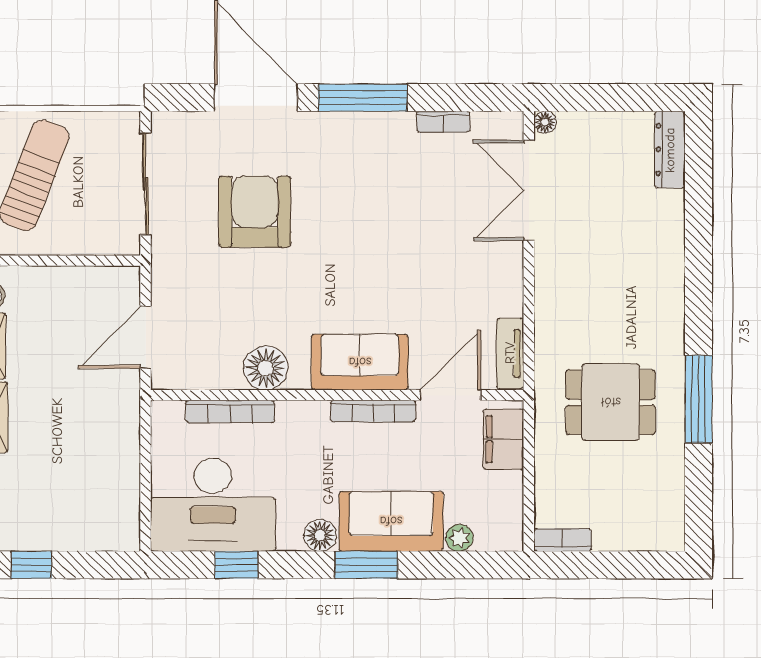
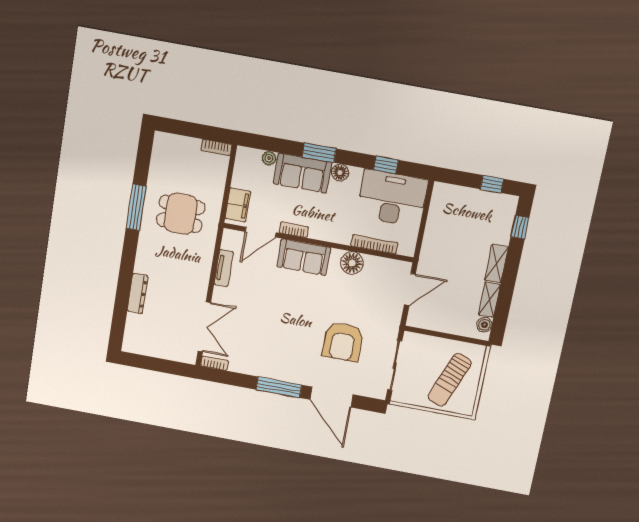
bookcase: (443, 122) -> (214, 363), moved
floor lamp: (545, 122) -> (191, 359), removed
dresser: (670, 150) -> (138, 293), moved
tv unit: (510, 353) -> (224, 268), moved
bookcase: (373, 411) -> (294, 230), width x0.64

